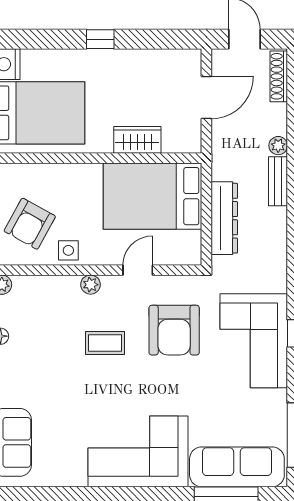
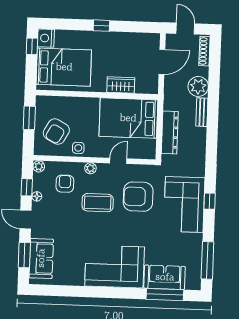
plant: (278, 146) -> (198, 86), width x1.87, depth x1.87
armchair: (48, 313) -> (65, 184), added
armchair: (174, 330) -> (138, 197), turned 90
coffee table: (105, 343) -> (98, 203), width x1.36, depth x1.30
sofa: (237, 467) -> (165, 277), width x0.73

